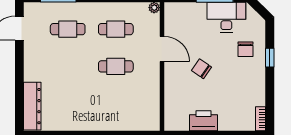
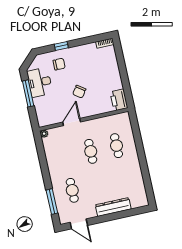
cafe table: (116, 29) -> (117, 146), moved
dresser: (32, 106) -> (113, 207), moved
printer: (204, 121) -> (119, 100), moved

